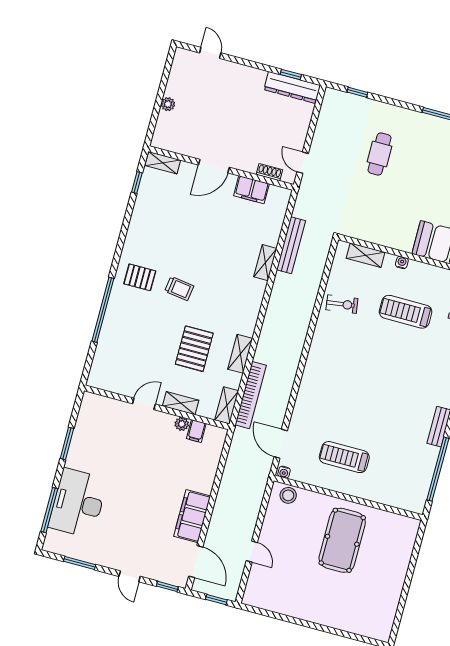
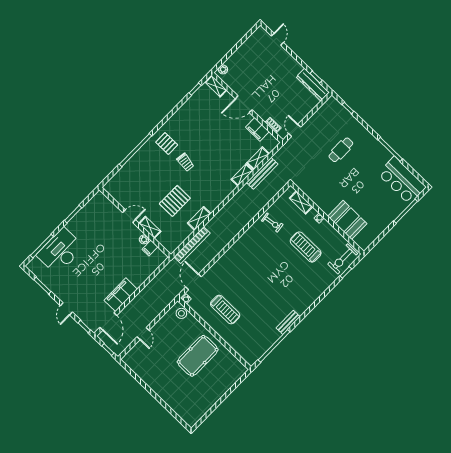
plant: (168, 104) -> (223, 69), moved
shelving: (227, 405) -> (258, 158), moved
treadmill: (344, 457) -> (225, 310), turned 180

